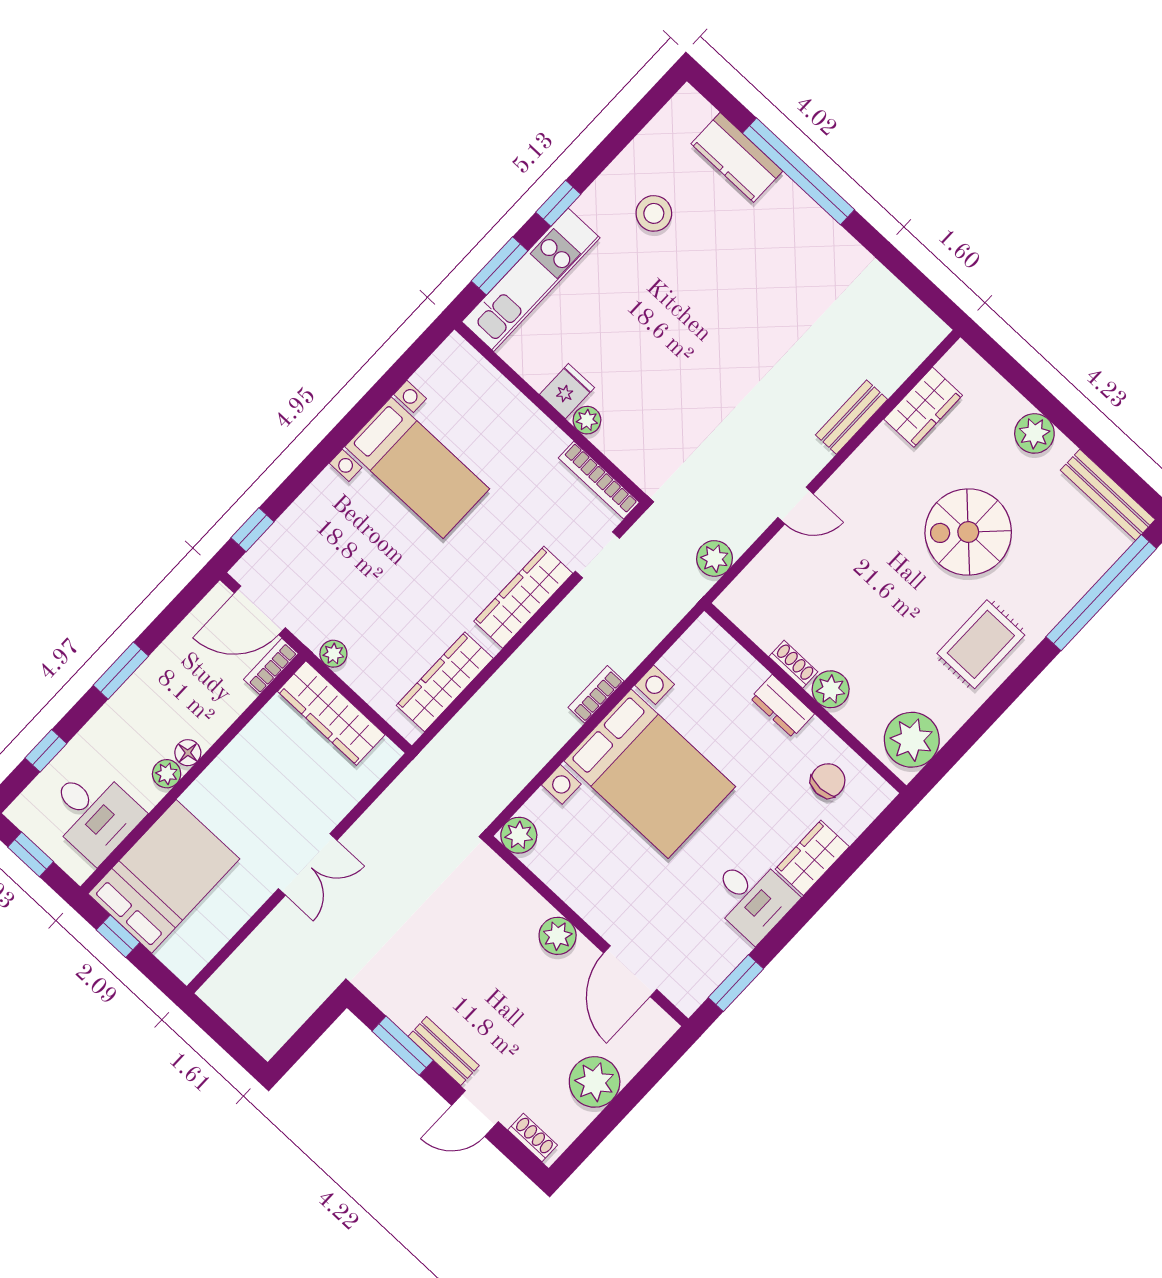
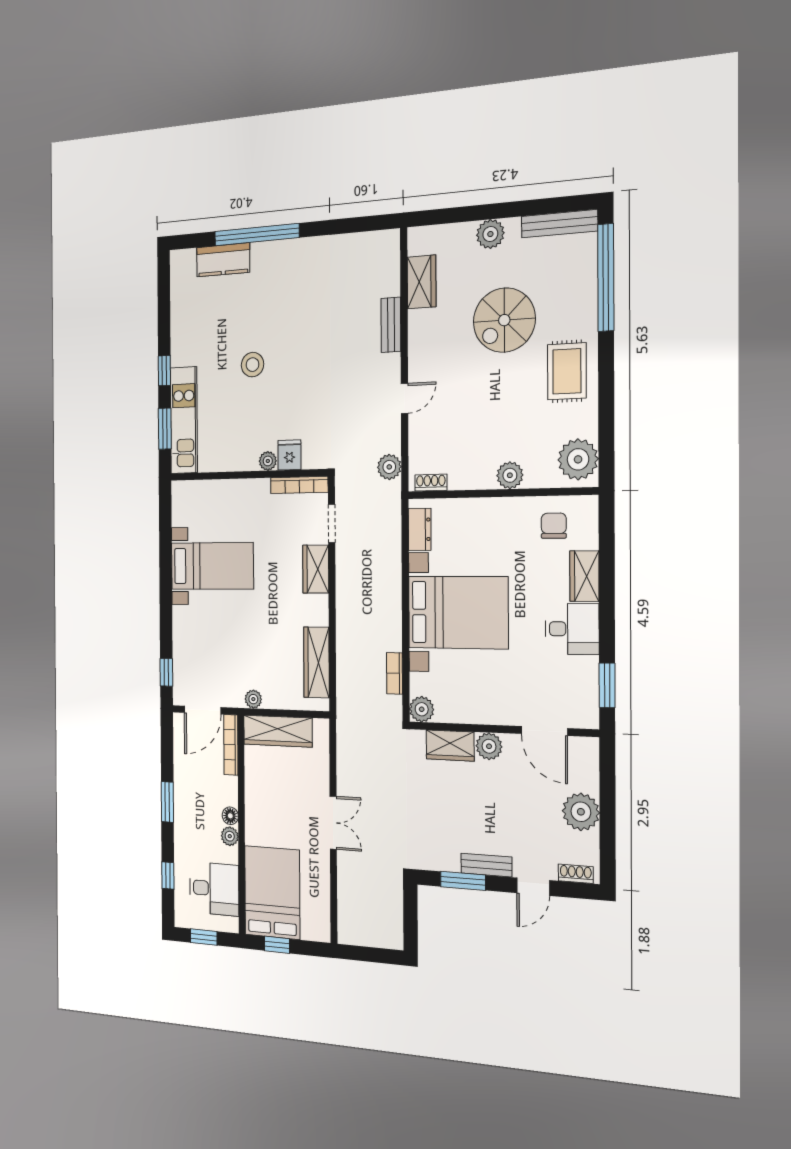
stool: (654, 213) -> (253, 365), moved
fridge: (567, 391) -> (289, 455), moved
wardrobe: (523, 597) -> (316, 569), width x0.67
shoe rack: (793, 664) -> (431, 483), moved
bookcase: (271, 666) -> (231, 745), width x1.56
bookcase: (596, 694) -> (395, 673), moved
dresser: (782, 706) -> (420, 529), moved, turned -90
wardrobe: (516, 899) -> (450, 746), added

